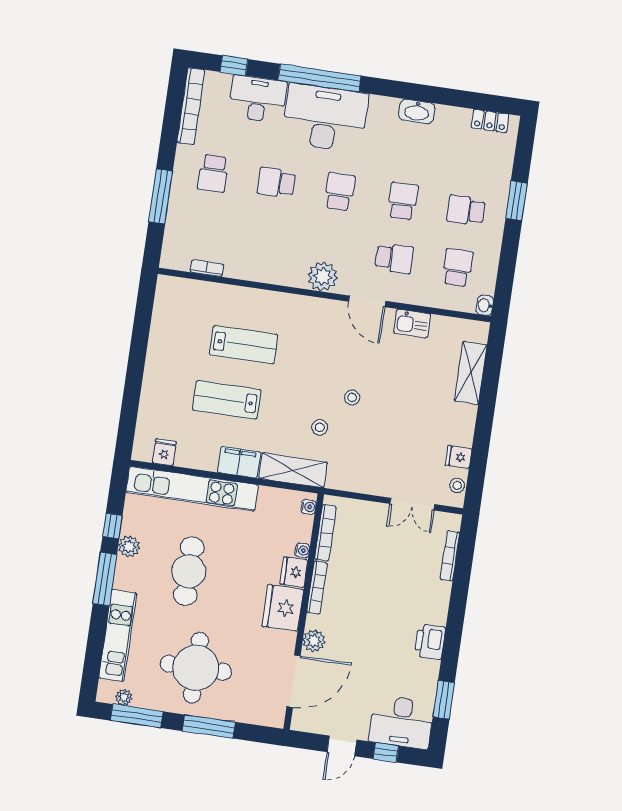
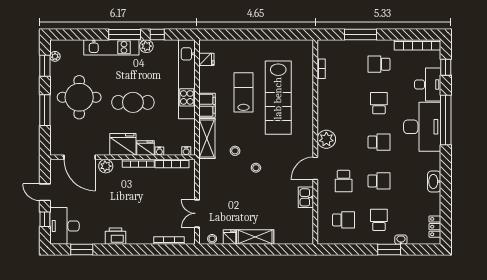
washbasin: (485, 305) -> (401, 240), moved
lab bench: (244, 345) -> (278, 98), width x1.86, depth x1.39
shelving: (471, 373) -> (255, 237), moved
cafe table: (189, 571) -> (133, 102), moved
kitchen unit: (118, 635) -> (111, 47), moved
window: (137, 716) -> (45, 66), width x0.69

